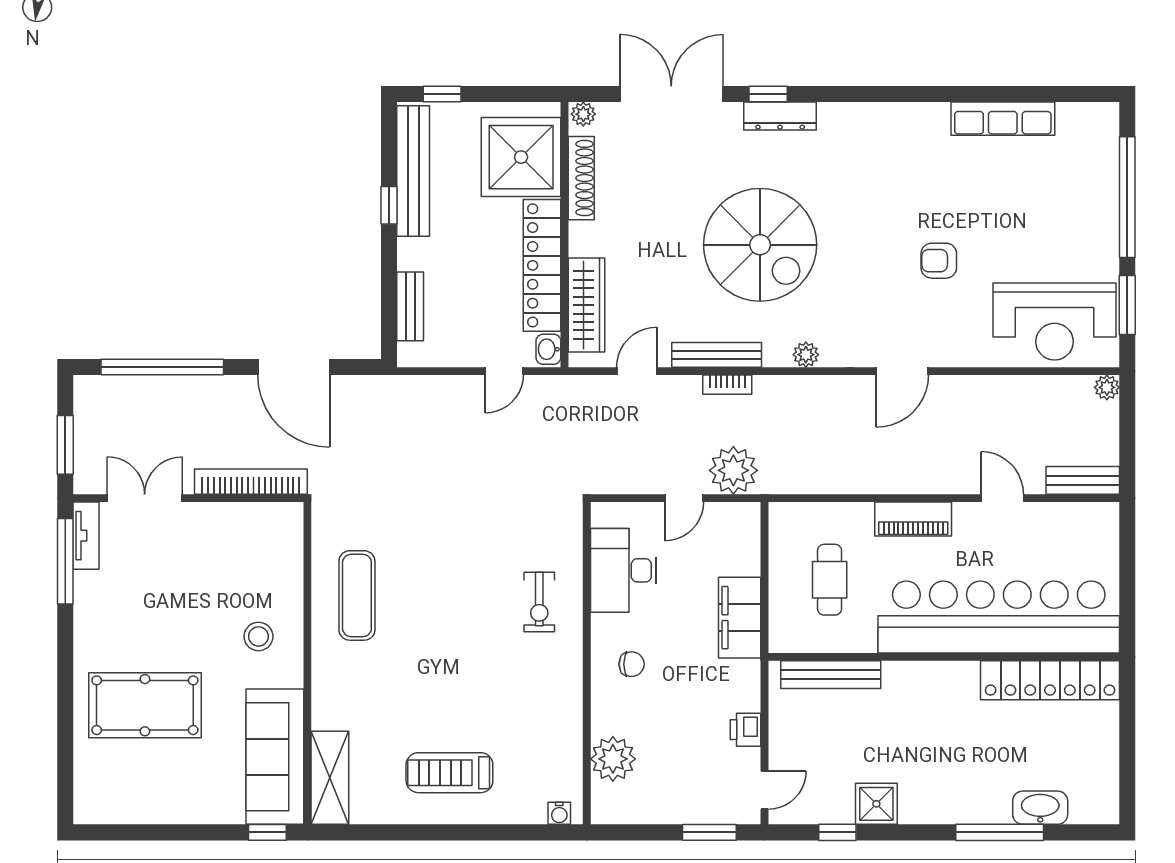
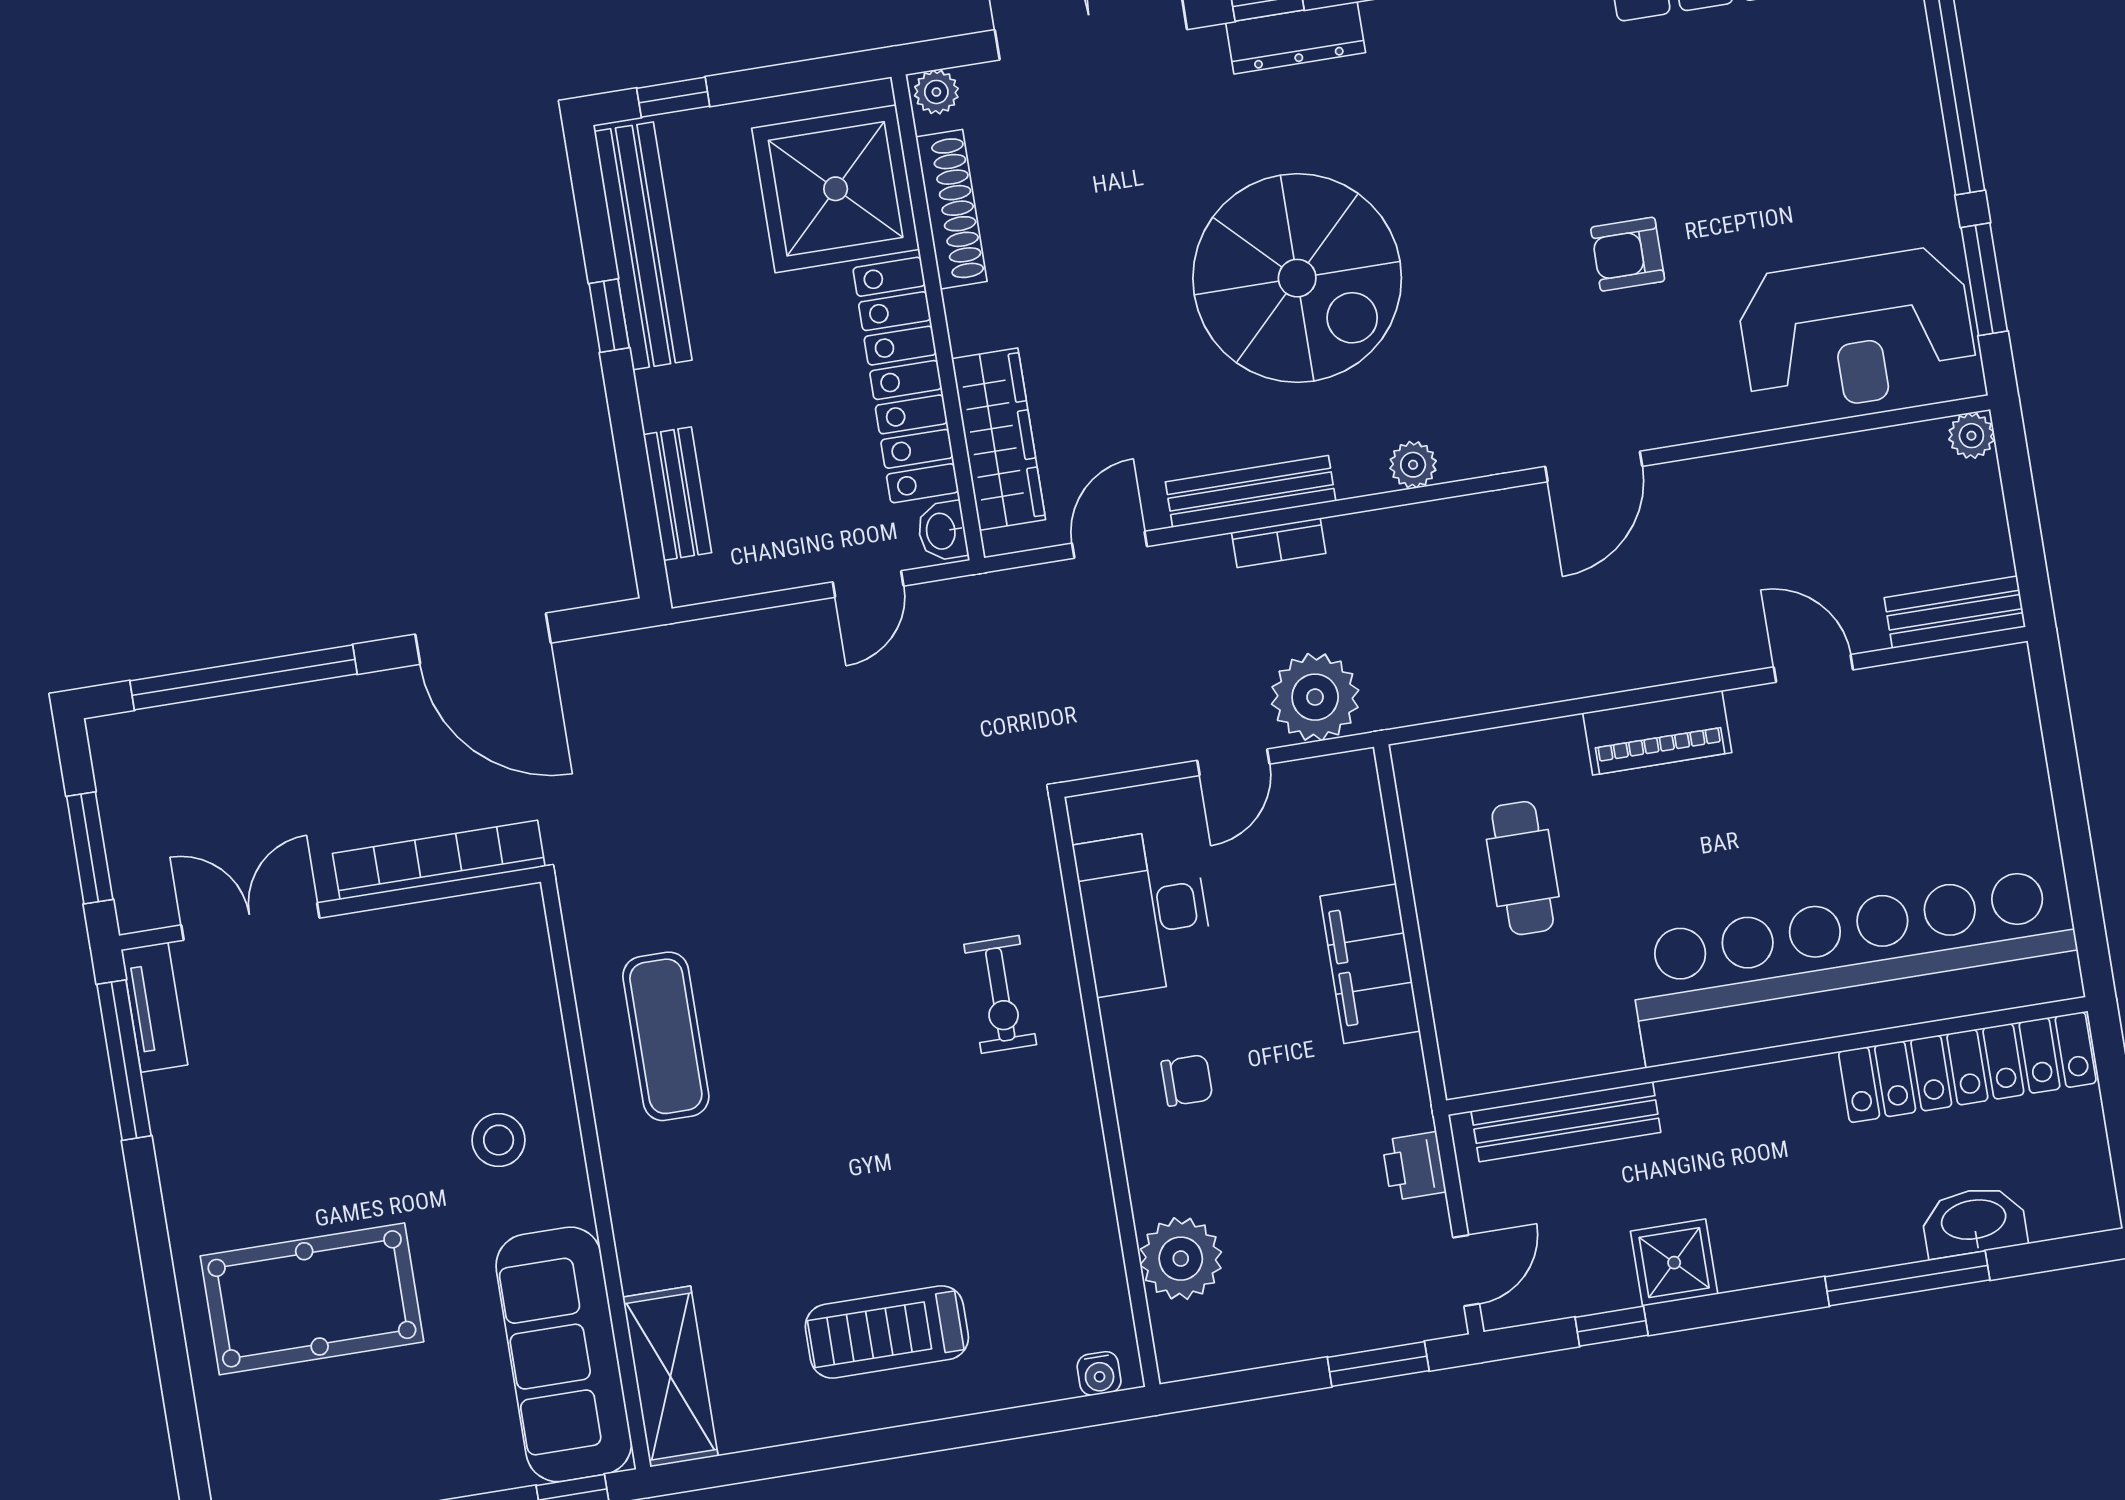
bar counter: (999, 617) -> (1855, 967), moved
wall: (944, 657) -> (1767, 1056), moved
bench: (831, 675) -> (1566, 1122), moved
locker: (1050, 680) -> (1967, 1067), moved

